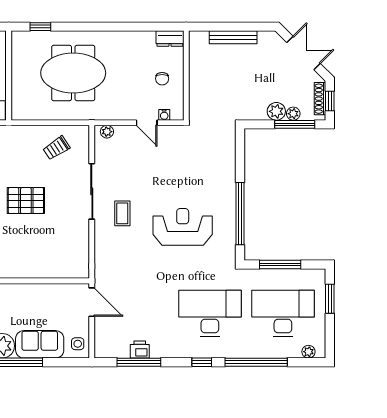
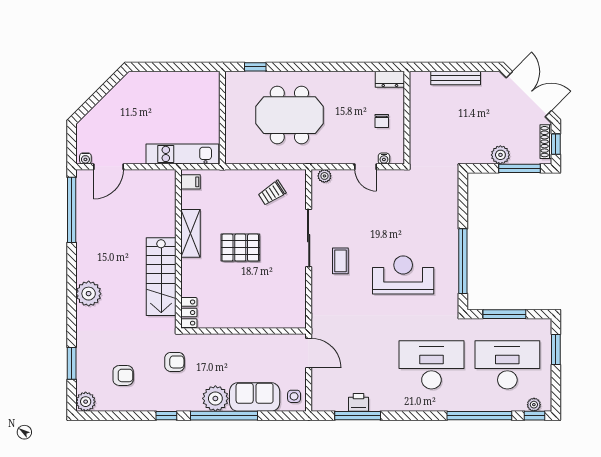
double door: (303, 53) -> (529, 94), width x1.37
plant: (293, 114) -> (518, 157), removed
window: (202, 362) -> (534, 416), moved

